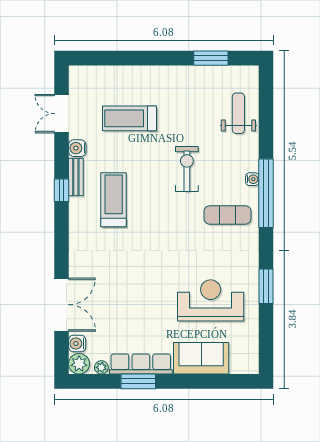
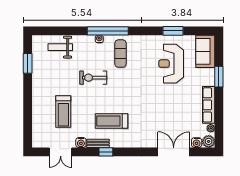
window: (266, 286) -> (173, 31), moved
sofa: (201, 358) -> (205, 51), moved
window: (138, 381) -> (219, 77), moved

